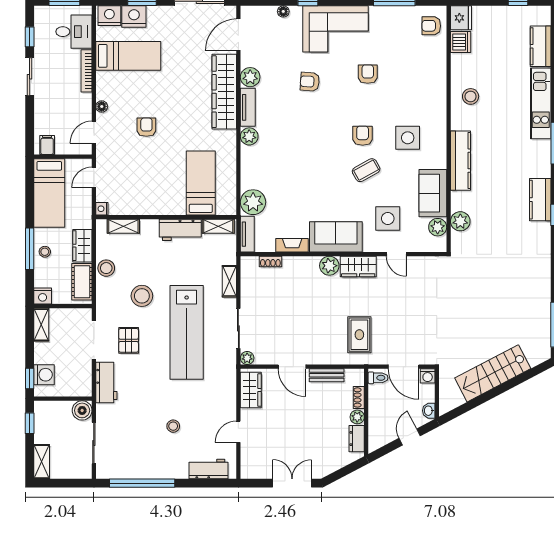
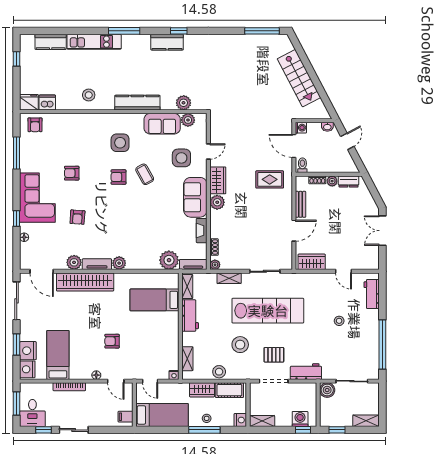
desk: (74, 32) -> (32, 413), moved, turned 180
plant: (247, 358) -> (215, 265), moved
door: (404, 367) -> (294, 146), swing flipped
door: (410, 437) -> (347, 141), swing flipped

